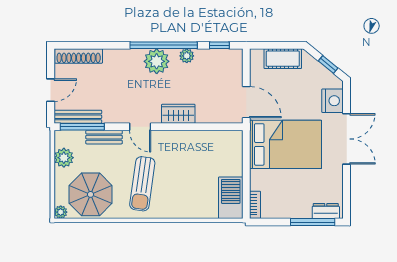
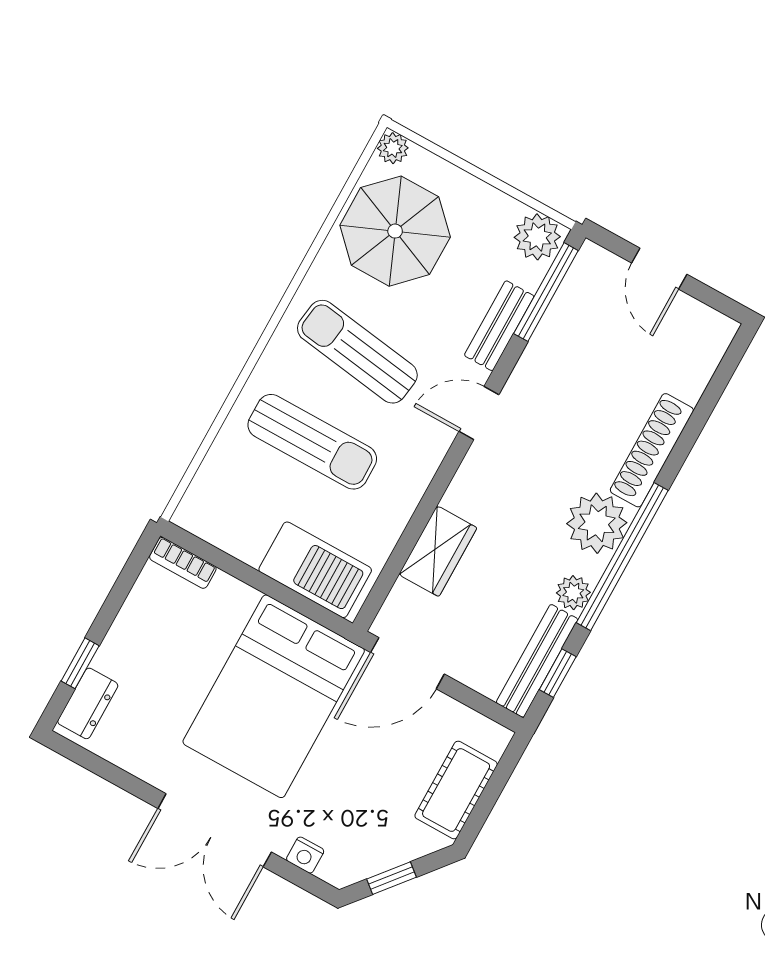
shoe rack: (79, 56) -> (652, 450), moved
nightstand: (333, 101) -> (305, 855), width x0.53, depth x0.56
wardrobe: (178, 114) -> (438, 551), moved
bench: (78, 117) -> (537, 661), moved
plant: (64, 158) -> (537, 237), moved
sun lounger: (184, 182) -> (312, 442), added
barbecue: (231, 198) -> (315, 570), moved
window: (313, 222) -> (80, 663), width x0.46

